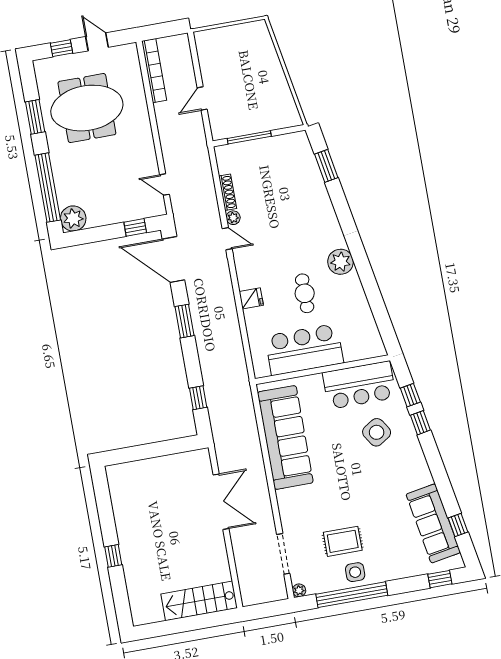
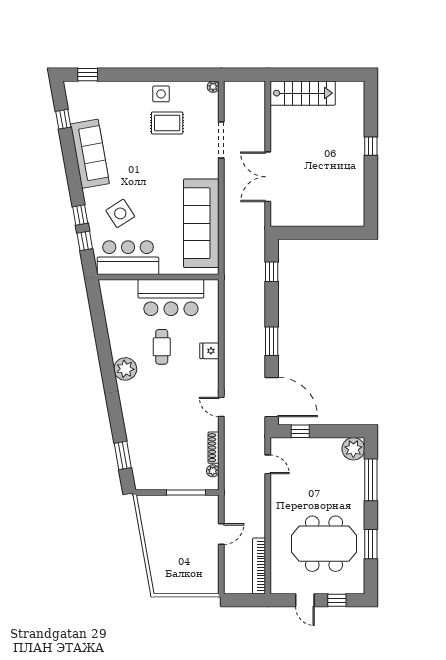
window: (48, 188) -> (371, 480), width x0.68
plant: (233, 218) -> (213, 471), moved
sofa: (433, 523) -> (90, 154), moved
doorway: (283, 554) -> (221, 140), moved
window: (352, 595) -> (167, 75), removed

